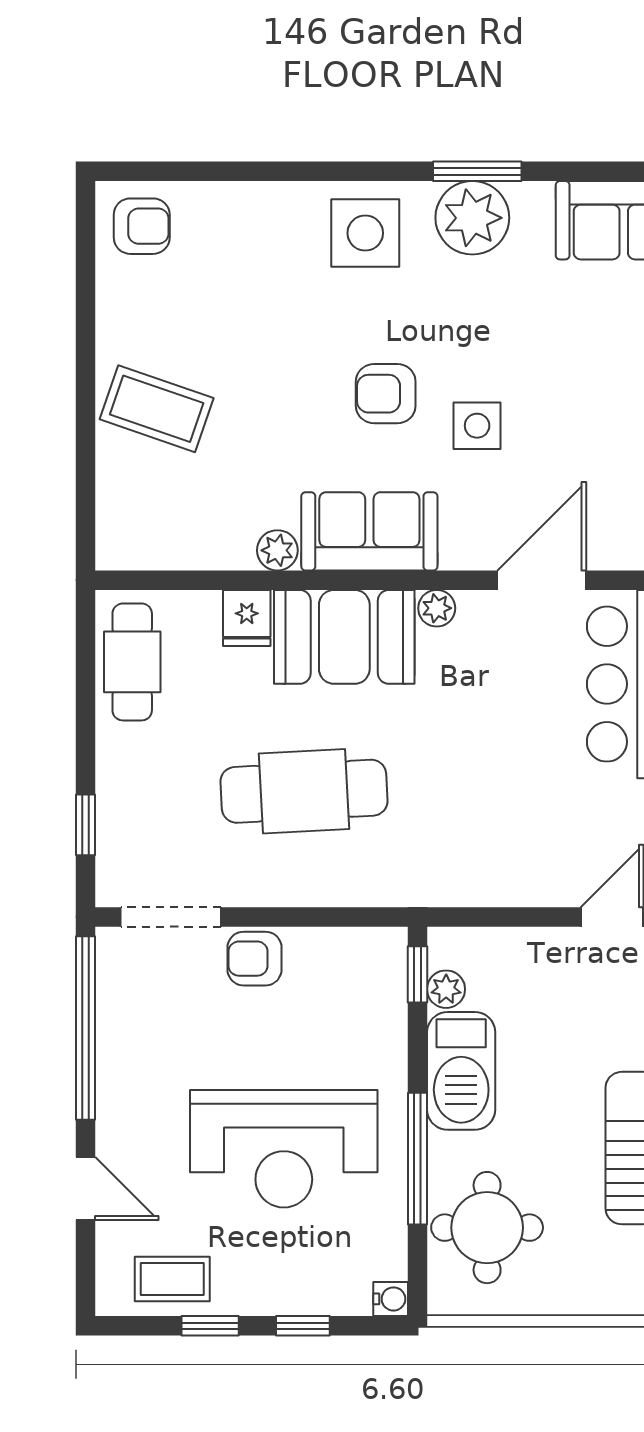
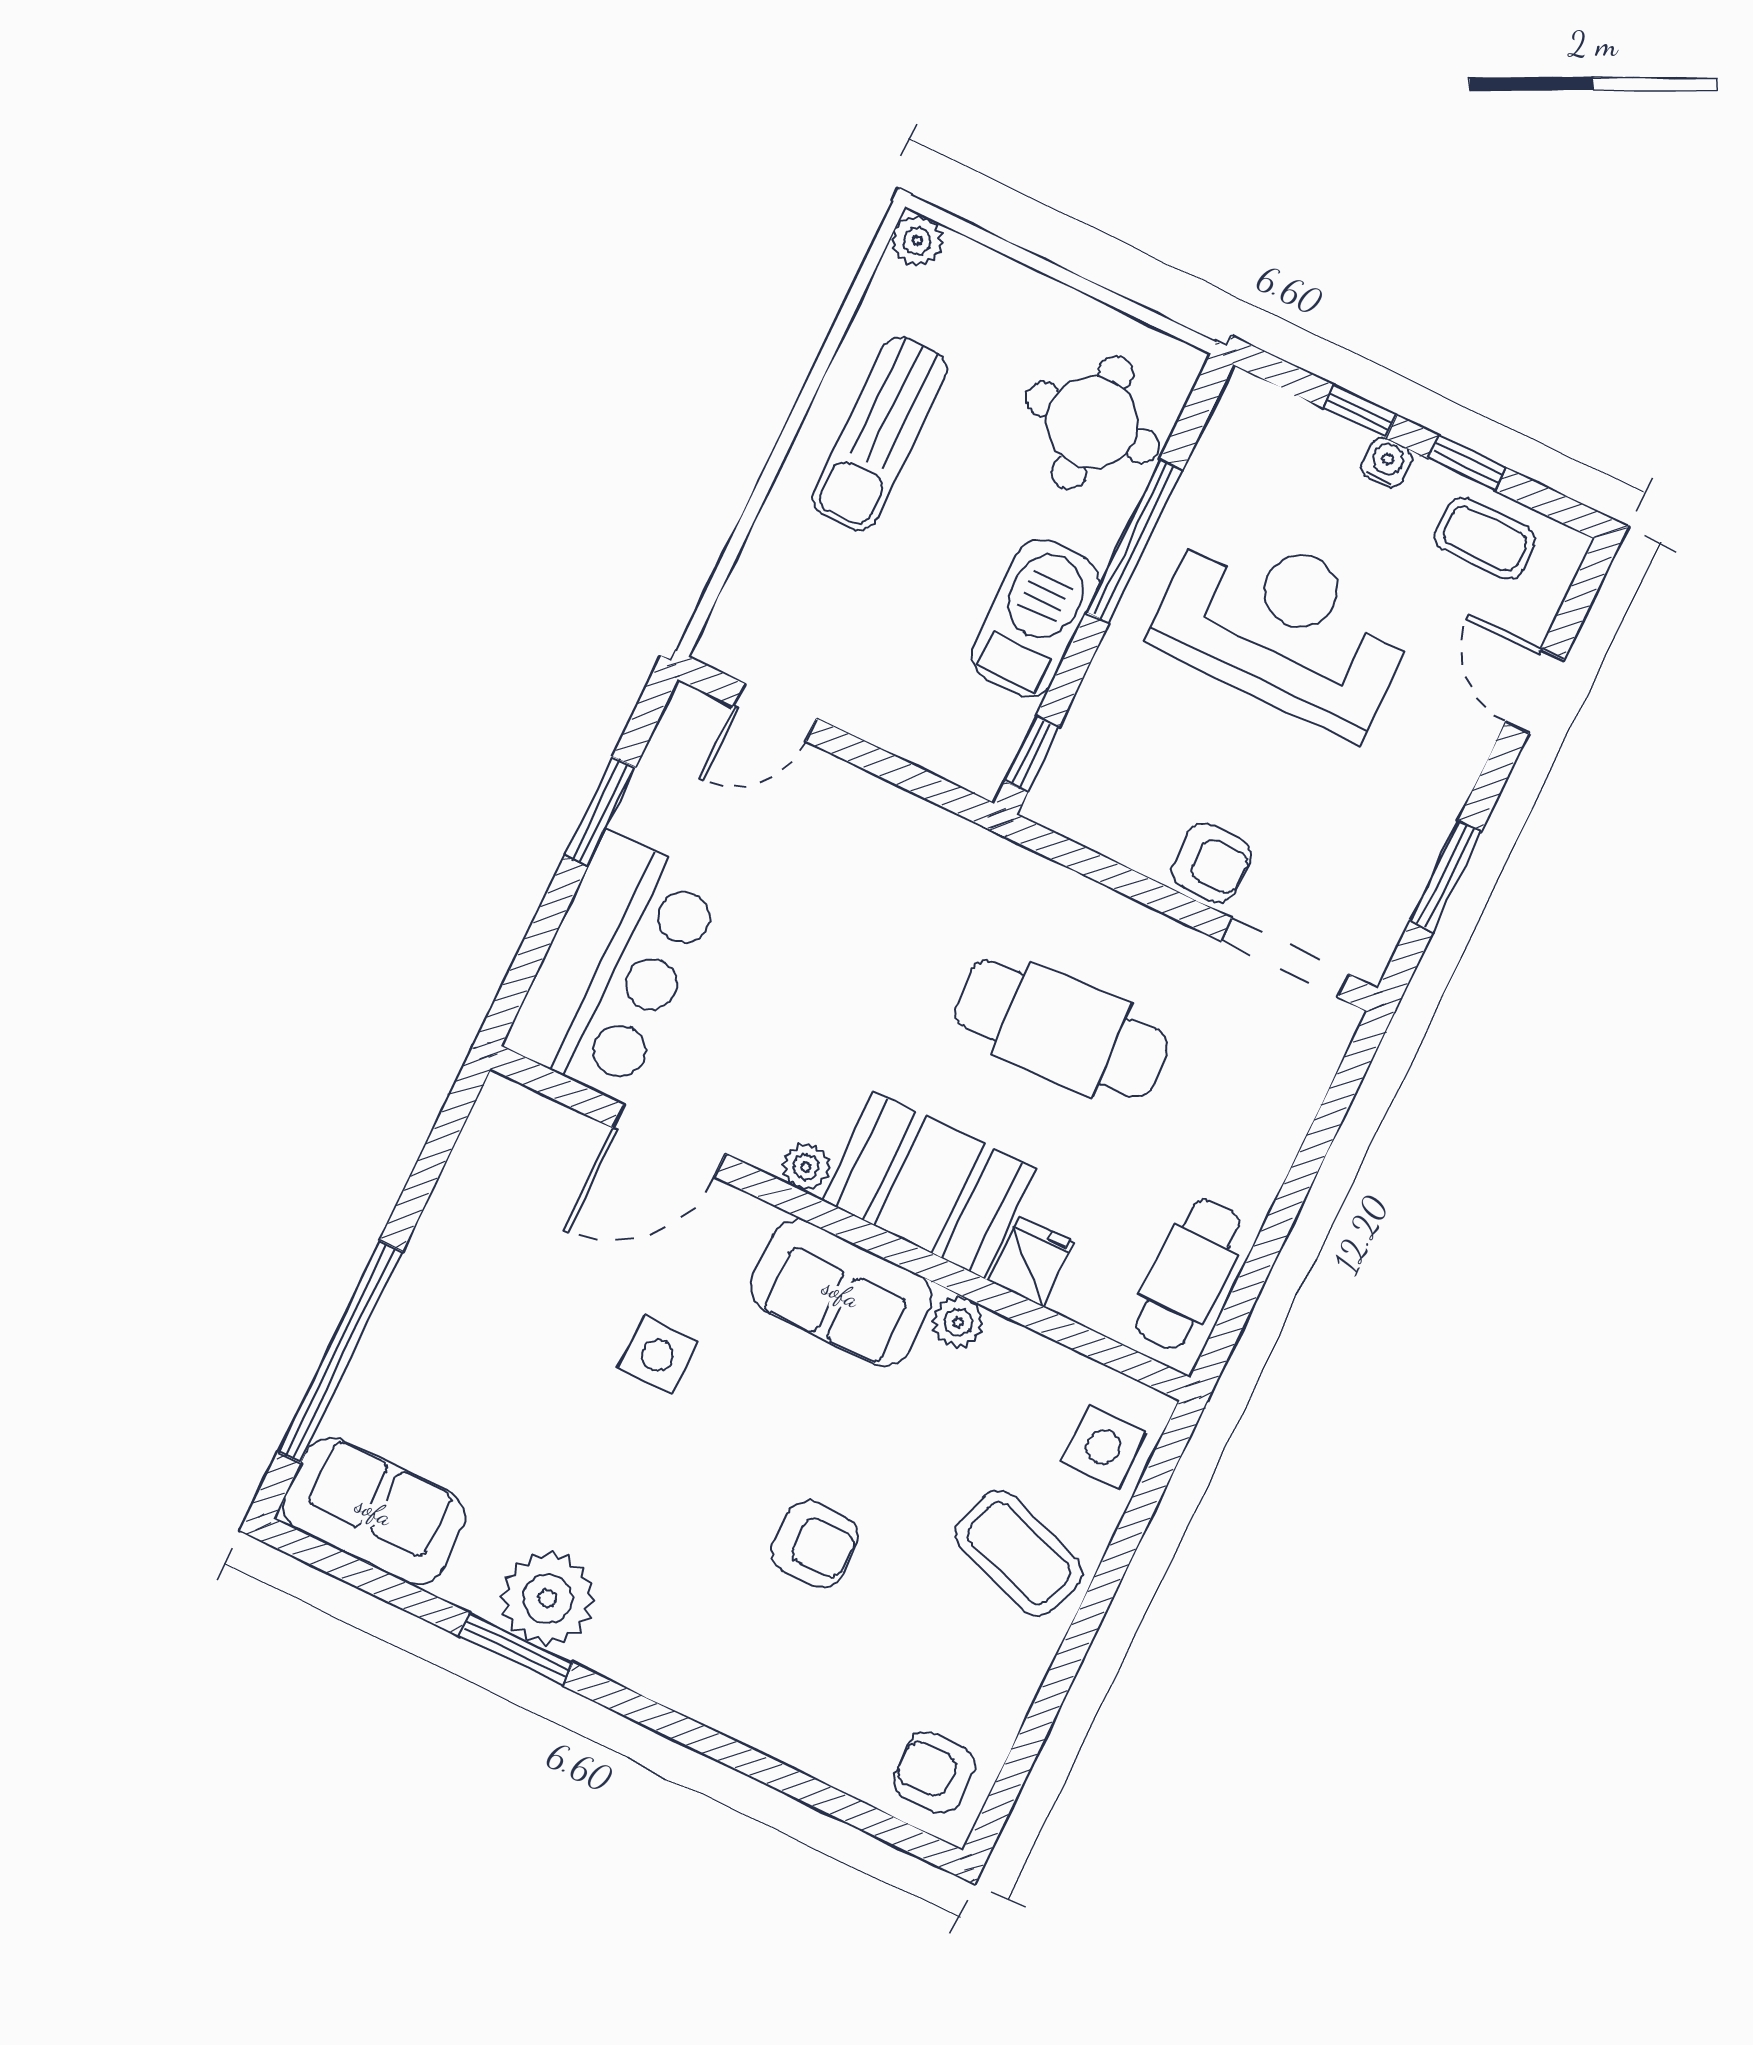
side table: (365, 233) -> (1103, 1447), moved, width x0.73, depth x0.73
armchair: (386, 394) -> (815, 1544), moved
window: (86, 825) -> (1332, 1112), removed
plant: (446, 989) -> (1007, 721), removed
window: (86, 1028) -> (1445, 877), width x0.47
water cooler: (391, 1299) -> (1387, 463), moved, turned 90

